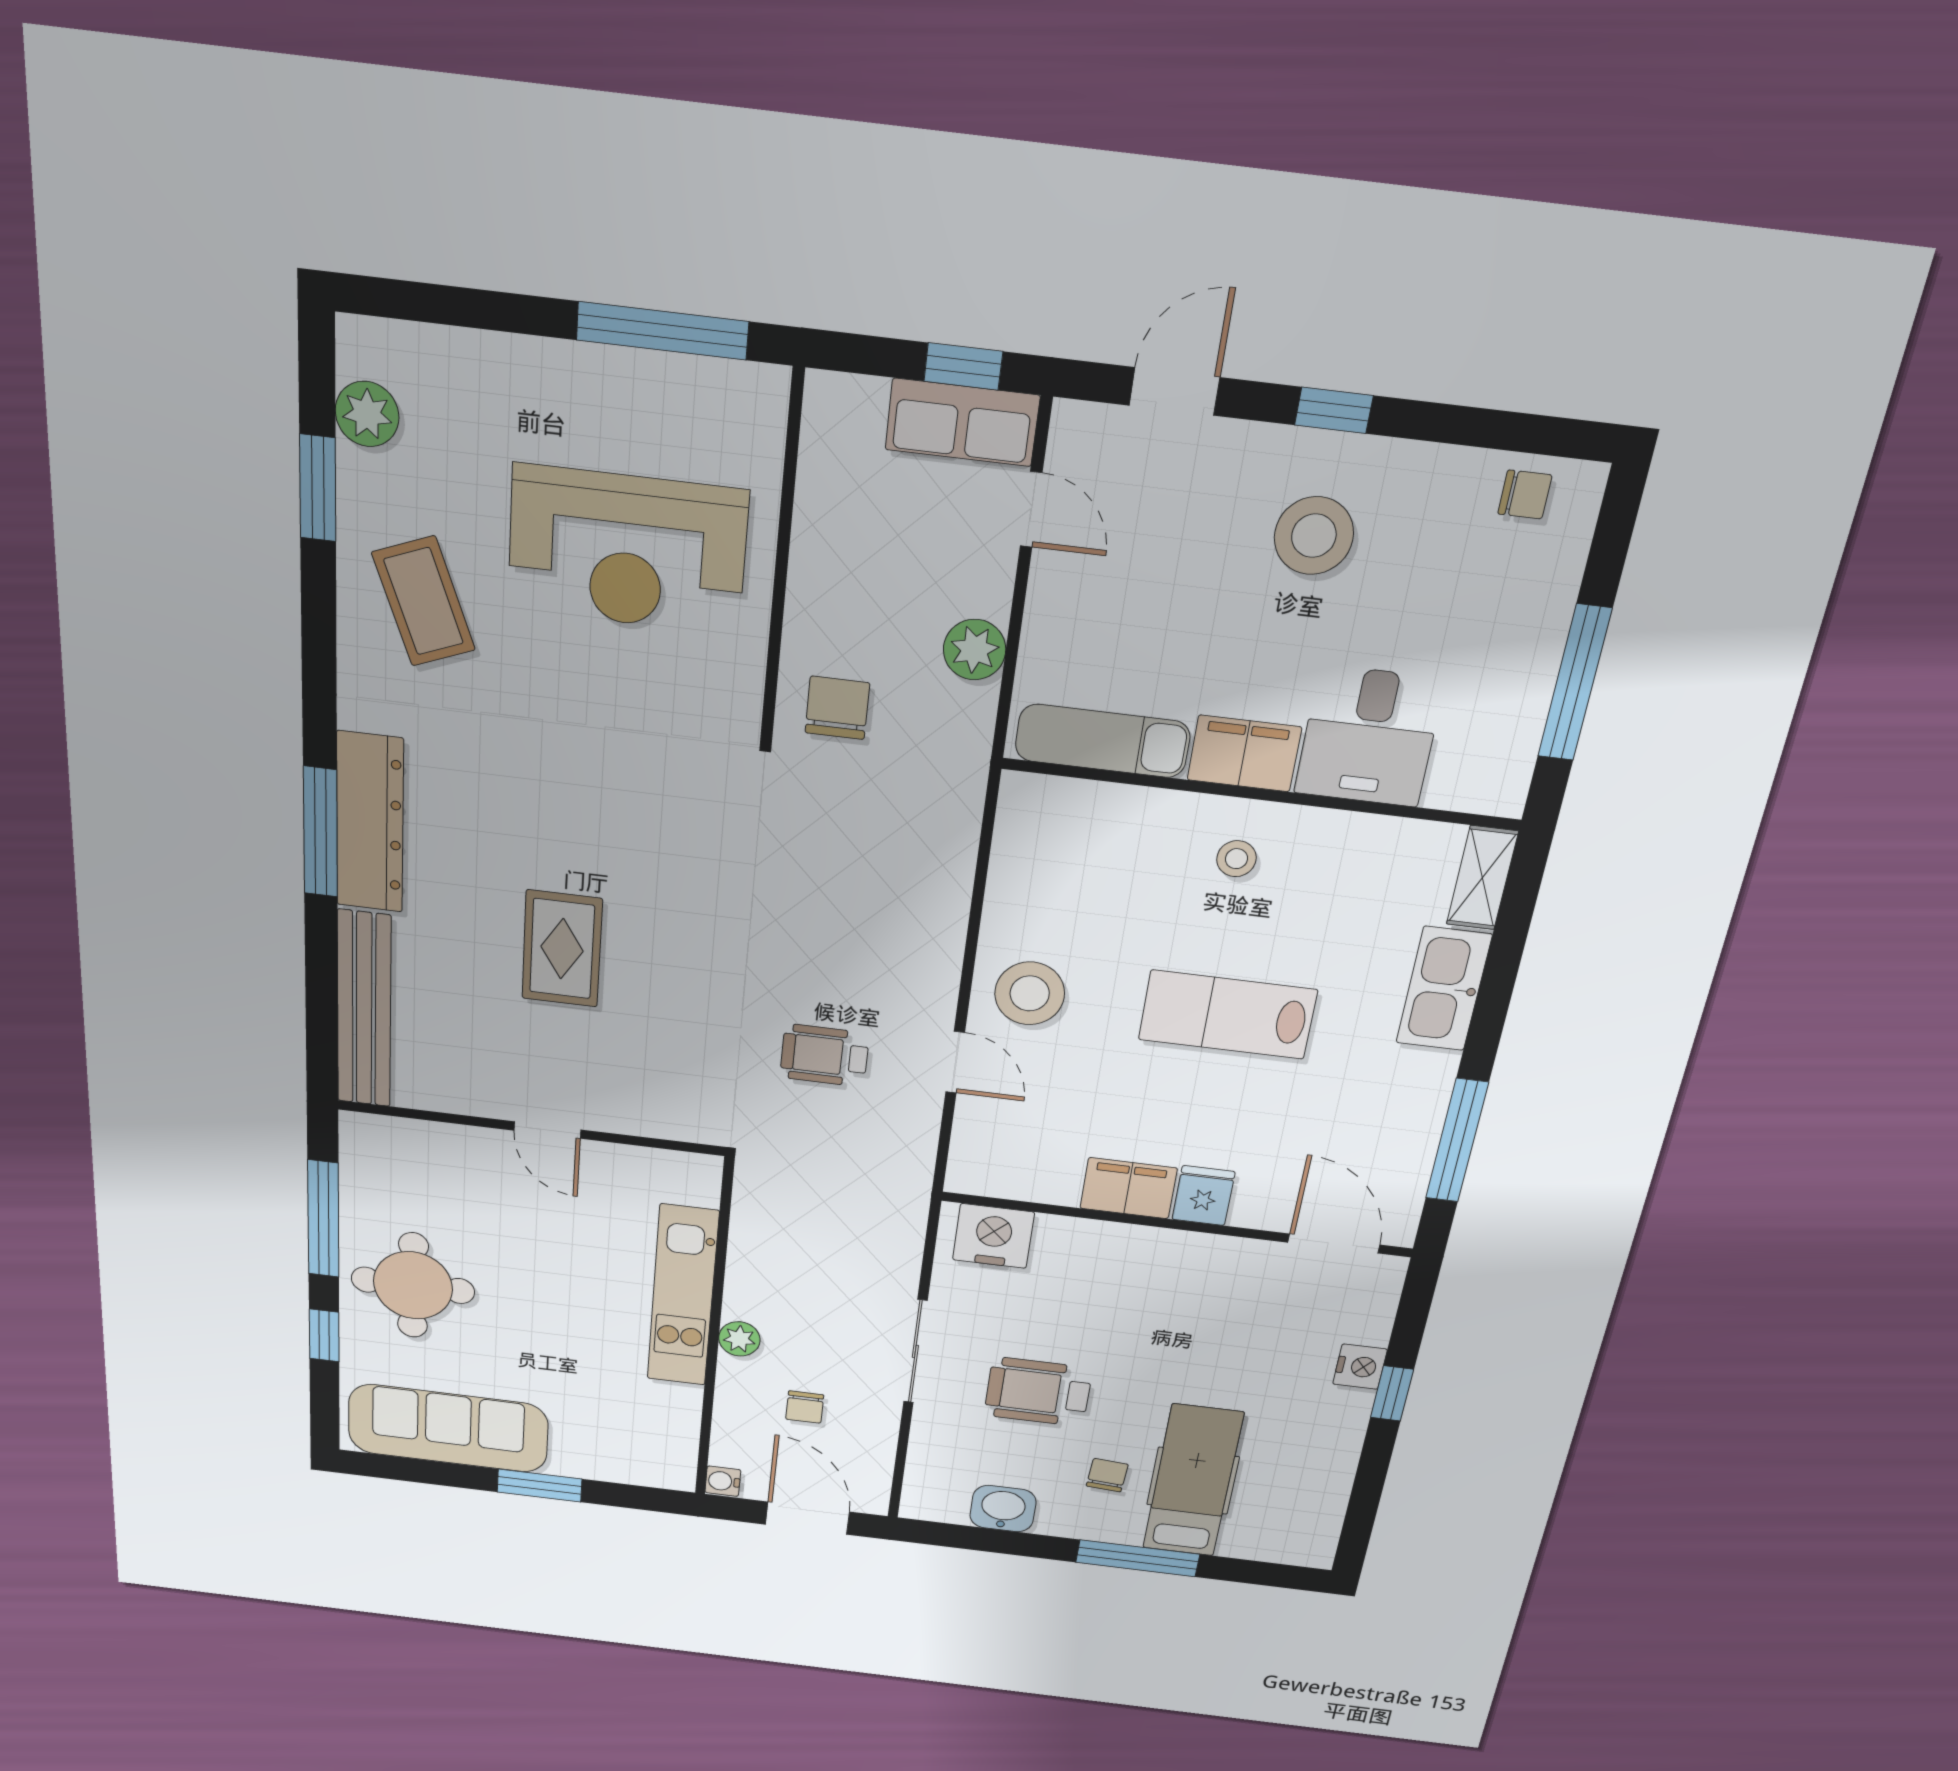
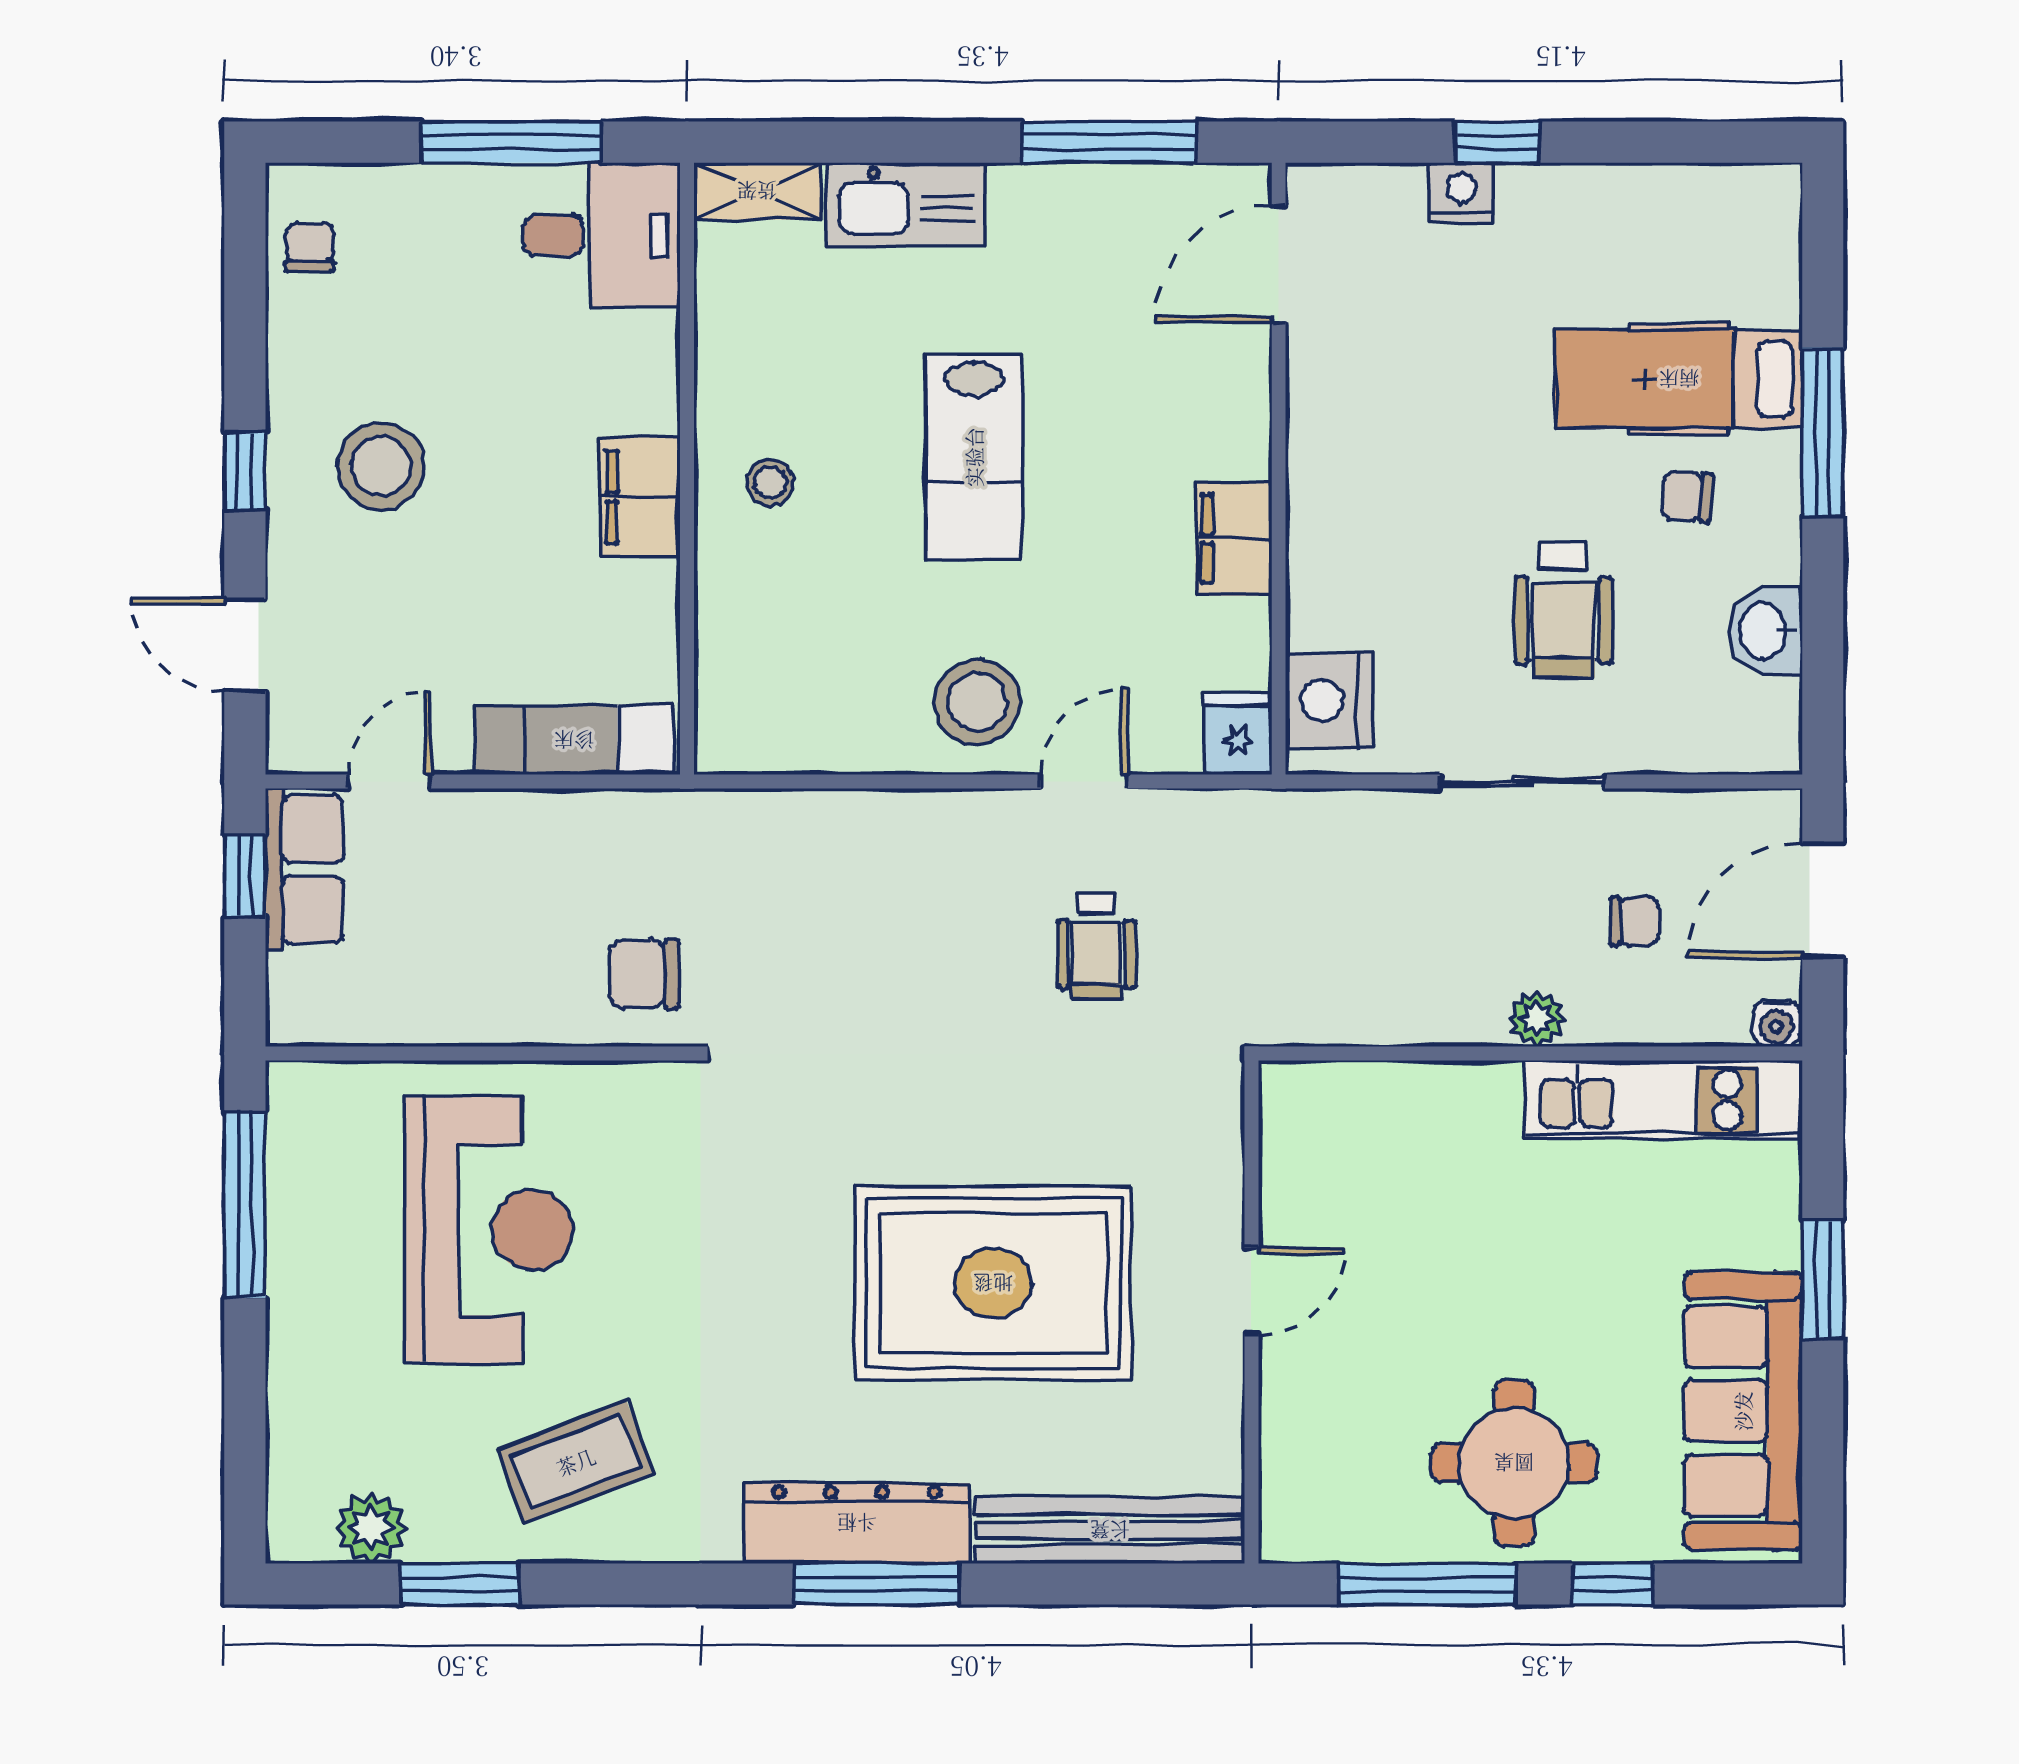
plant: (975, 650) -> (555, 824), removed
desk: (1369, 736) -> (602, 235), moved
exam couch: (1103, 741) -> (574, 740), moved, turned 90
rug: (562, 949) -> (993, 1283), width x1.86, depth x2.06
fridge: (1204, 1196) -> (1238, 734), moved, turned 90
kitchen unit: (683, 1296) -> (1663, 1100), moved

